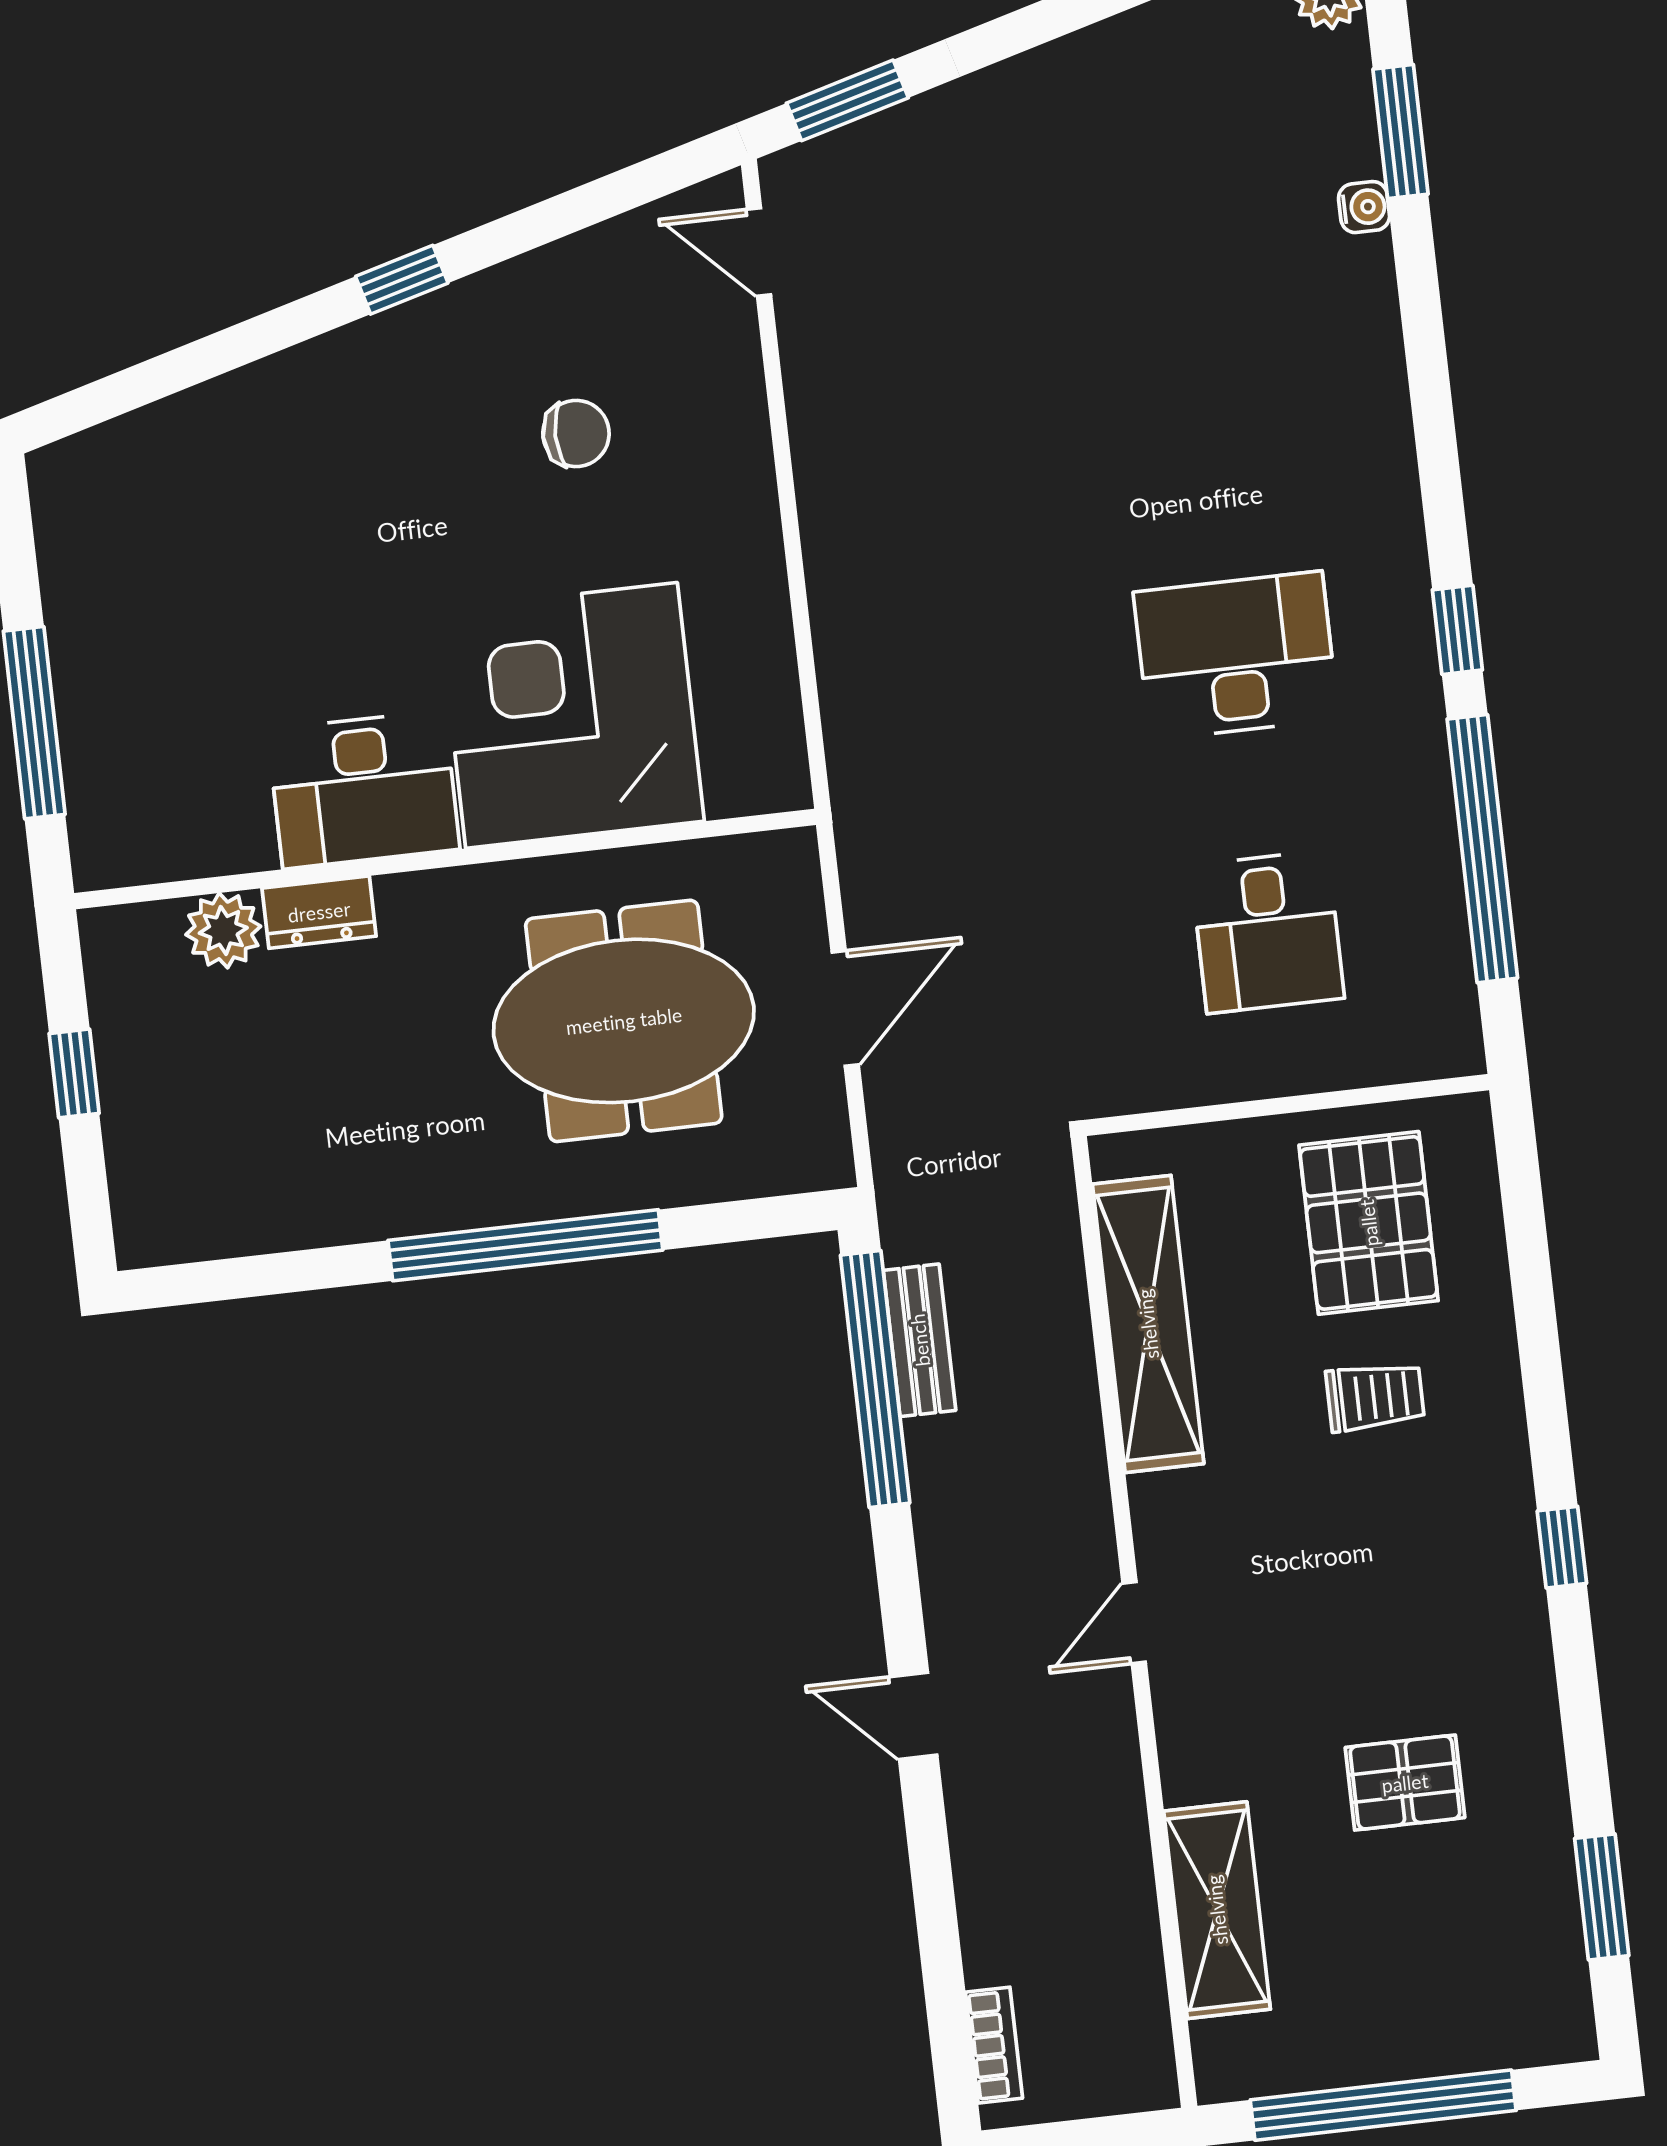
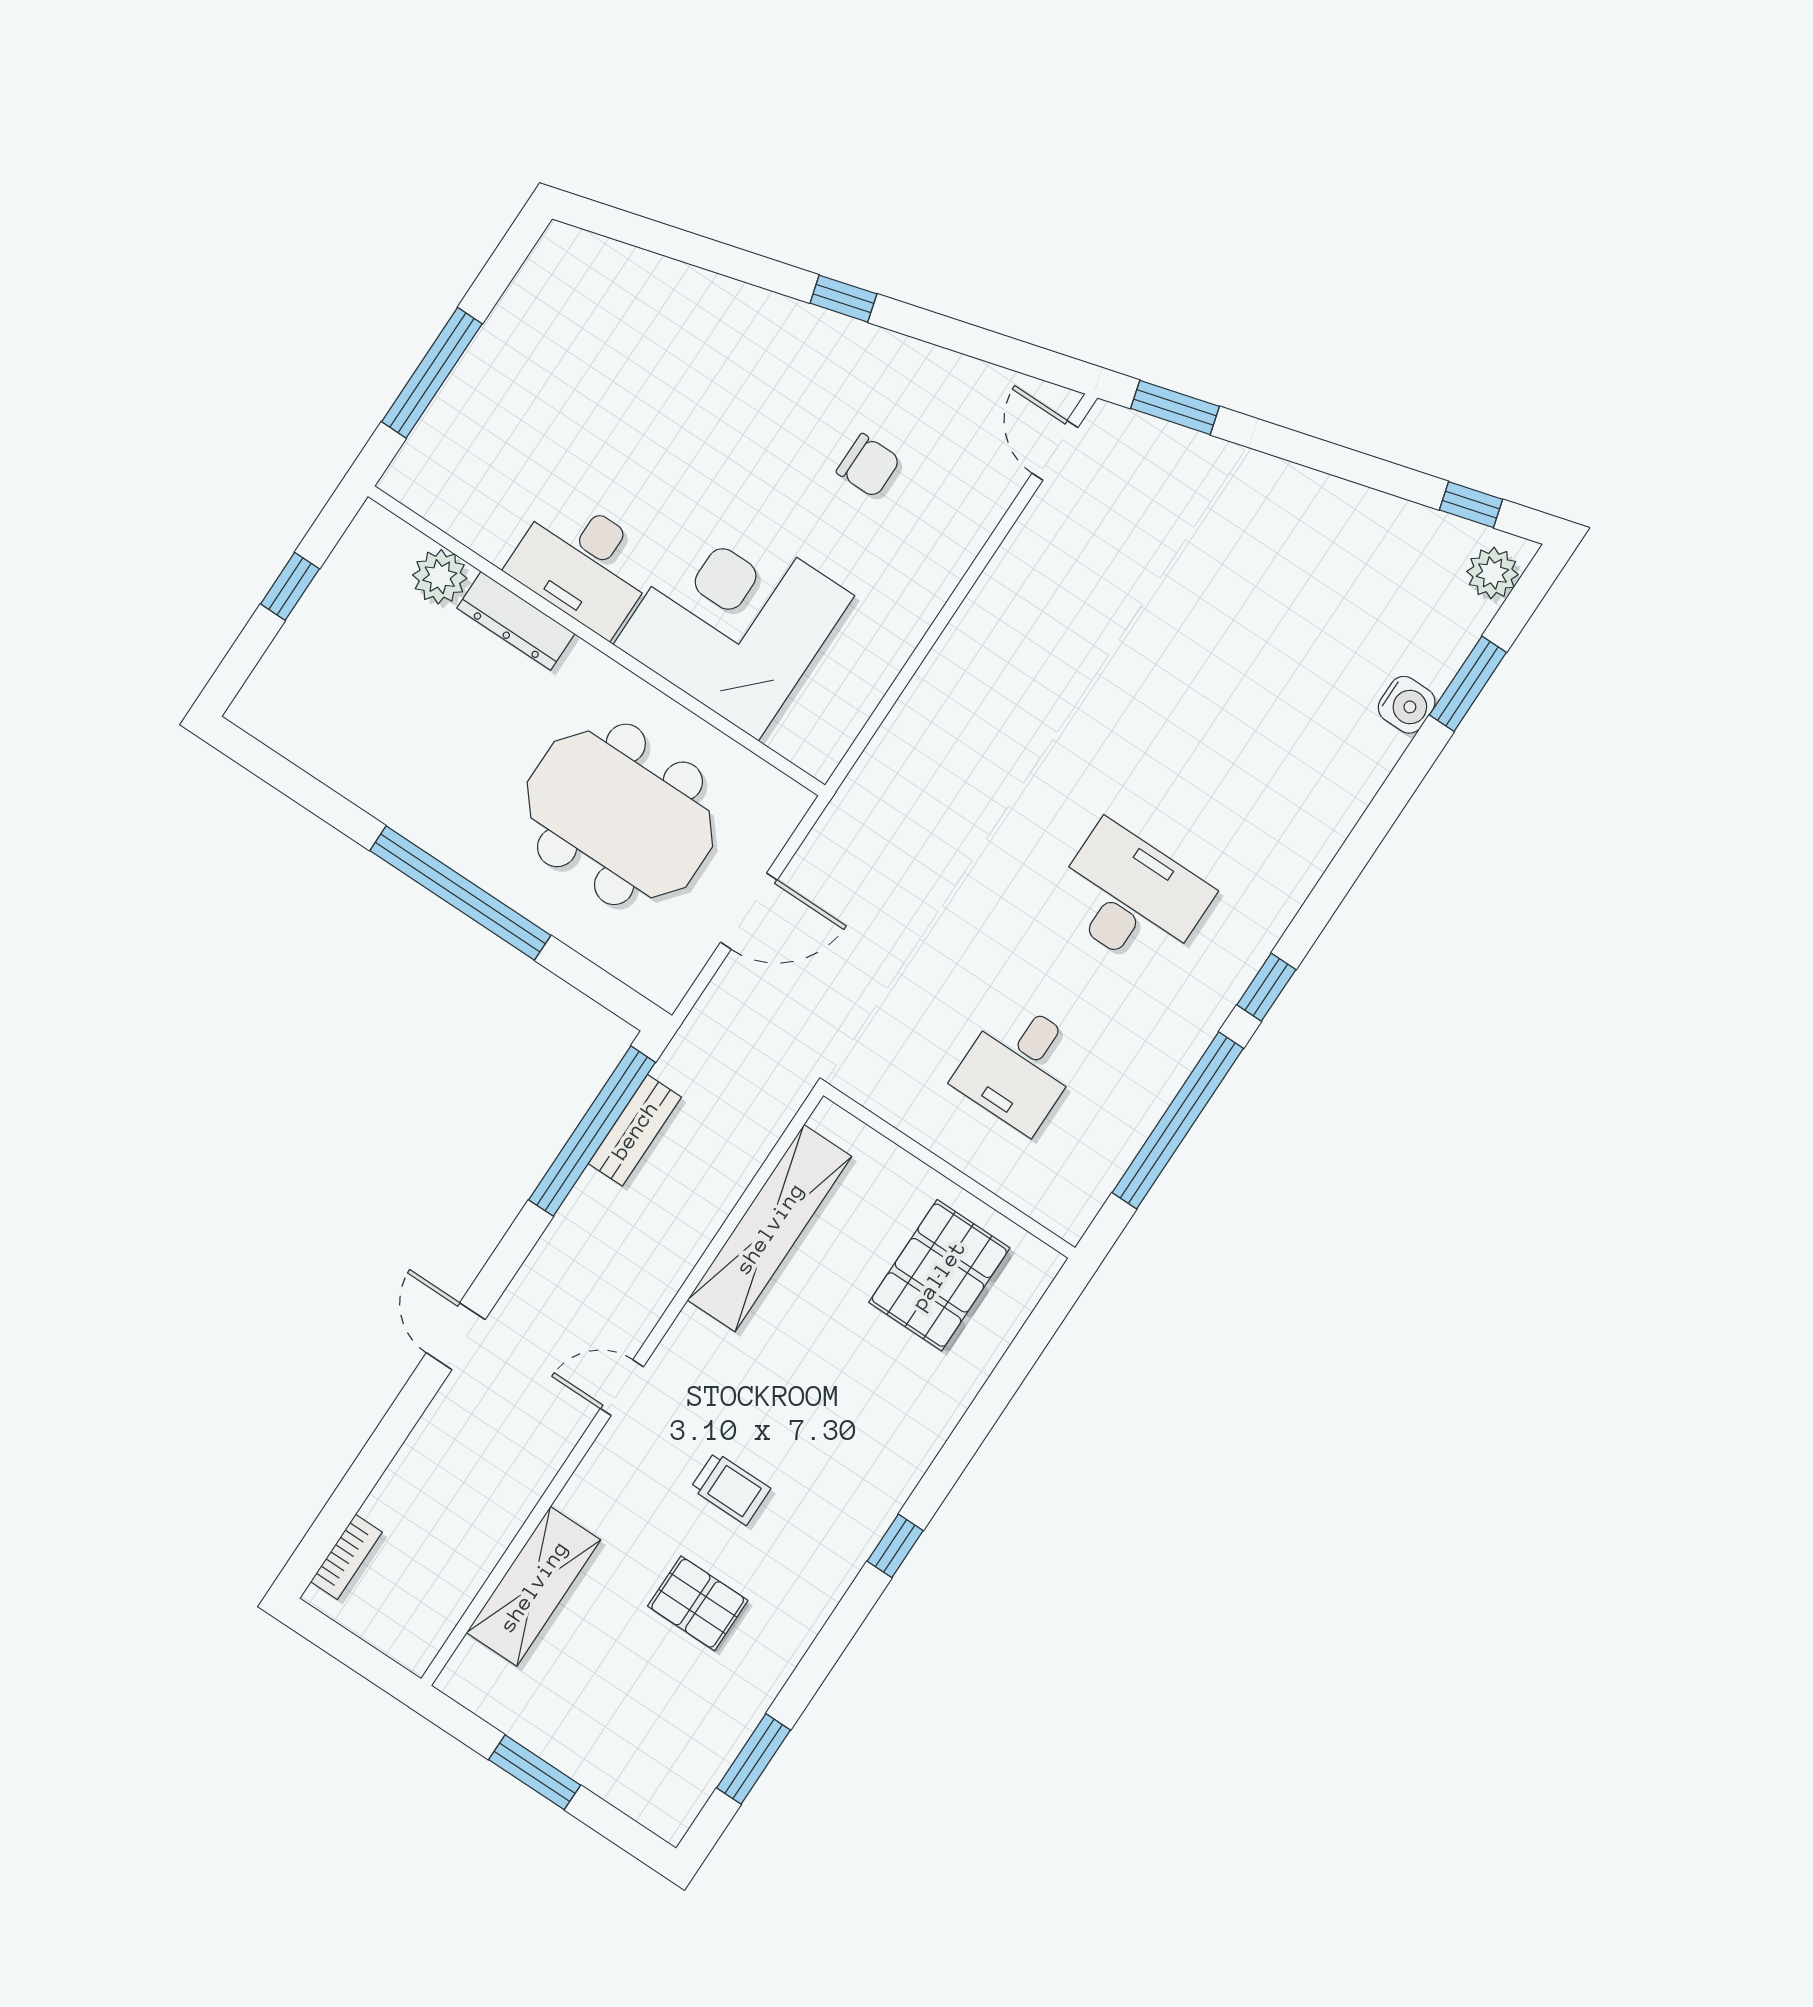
water cooler: (1364, 207) -> (1407, 705), width x1.38, depth x1.38
dresser: (319, 912) -> (516, 621), width x1.44
trolley: (1375, 1397) -> (731, 1488), moved
window: (1383, 2105) -> (535, 1772), width x0.47

